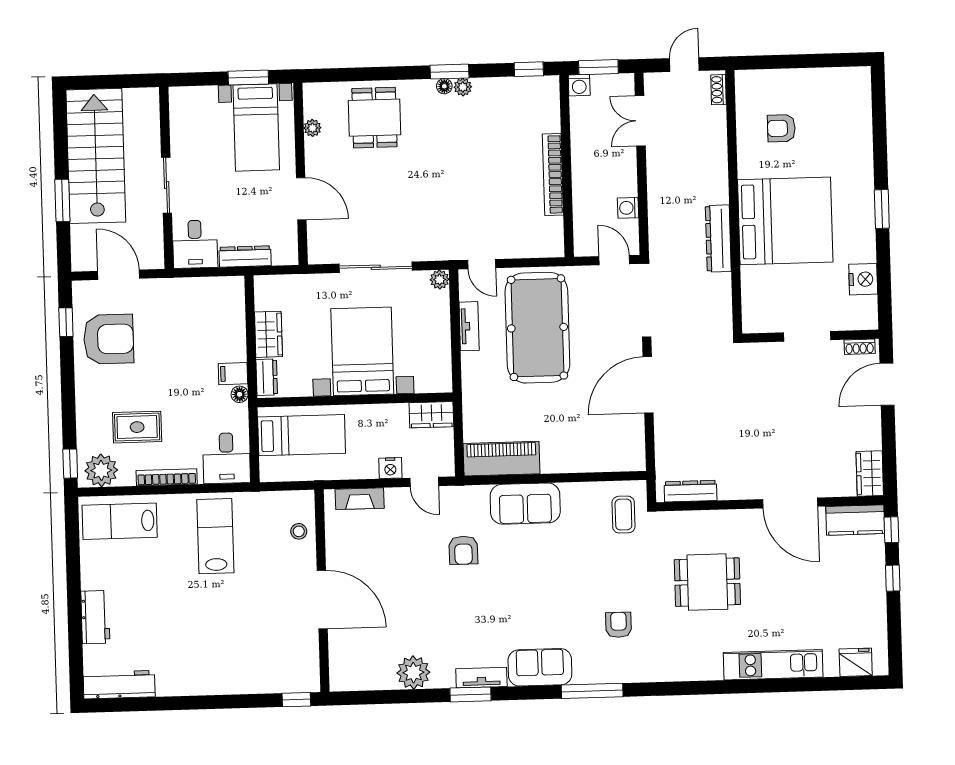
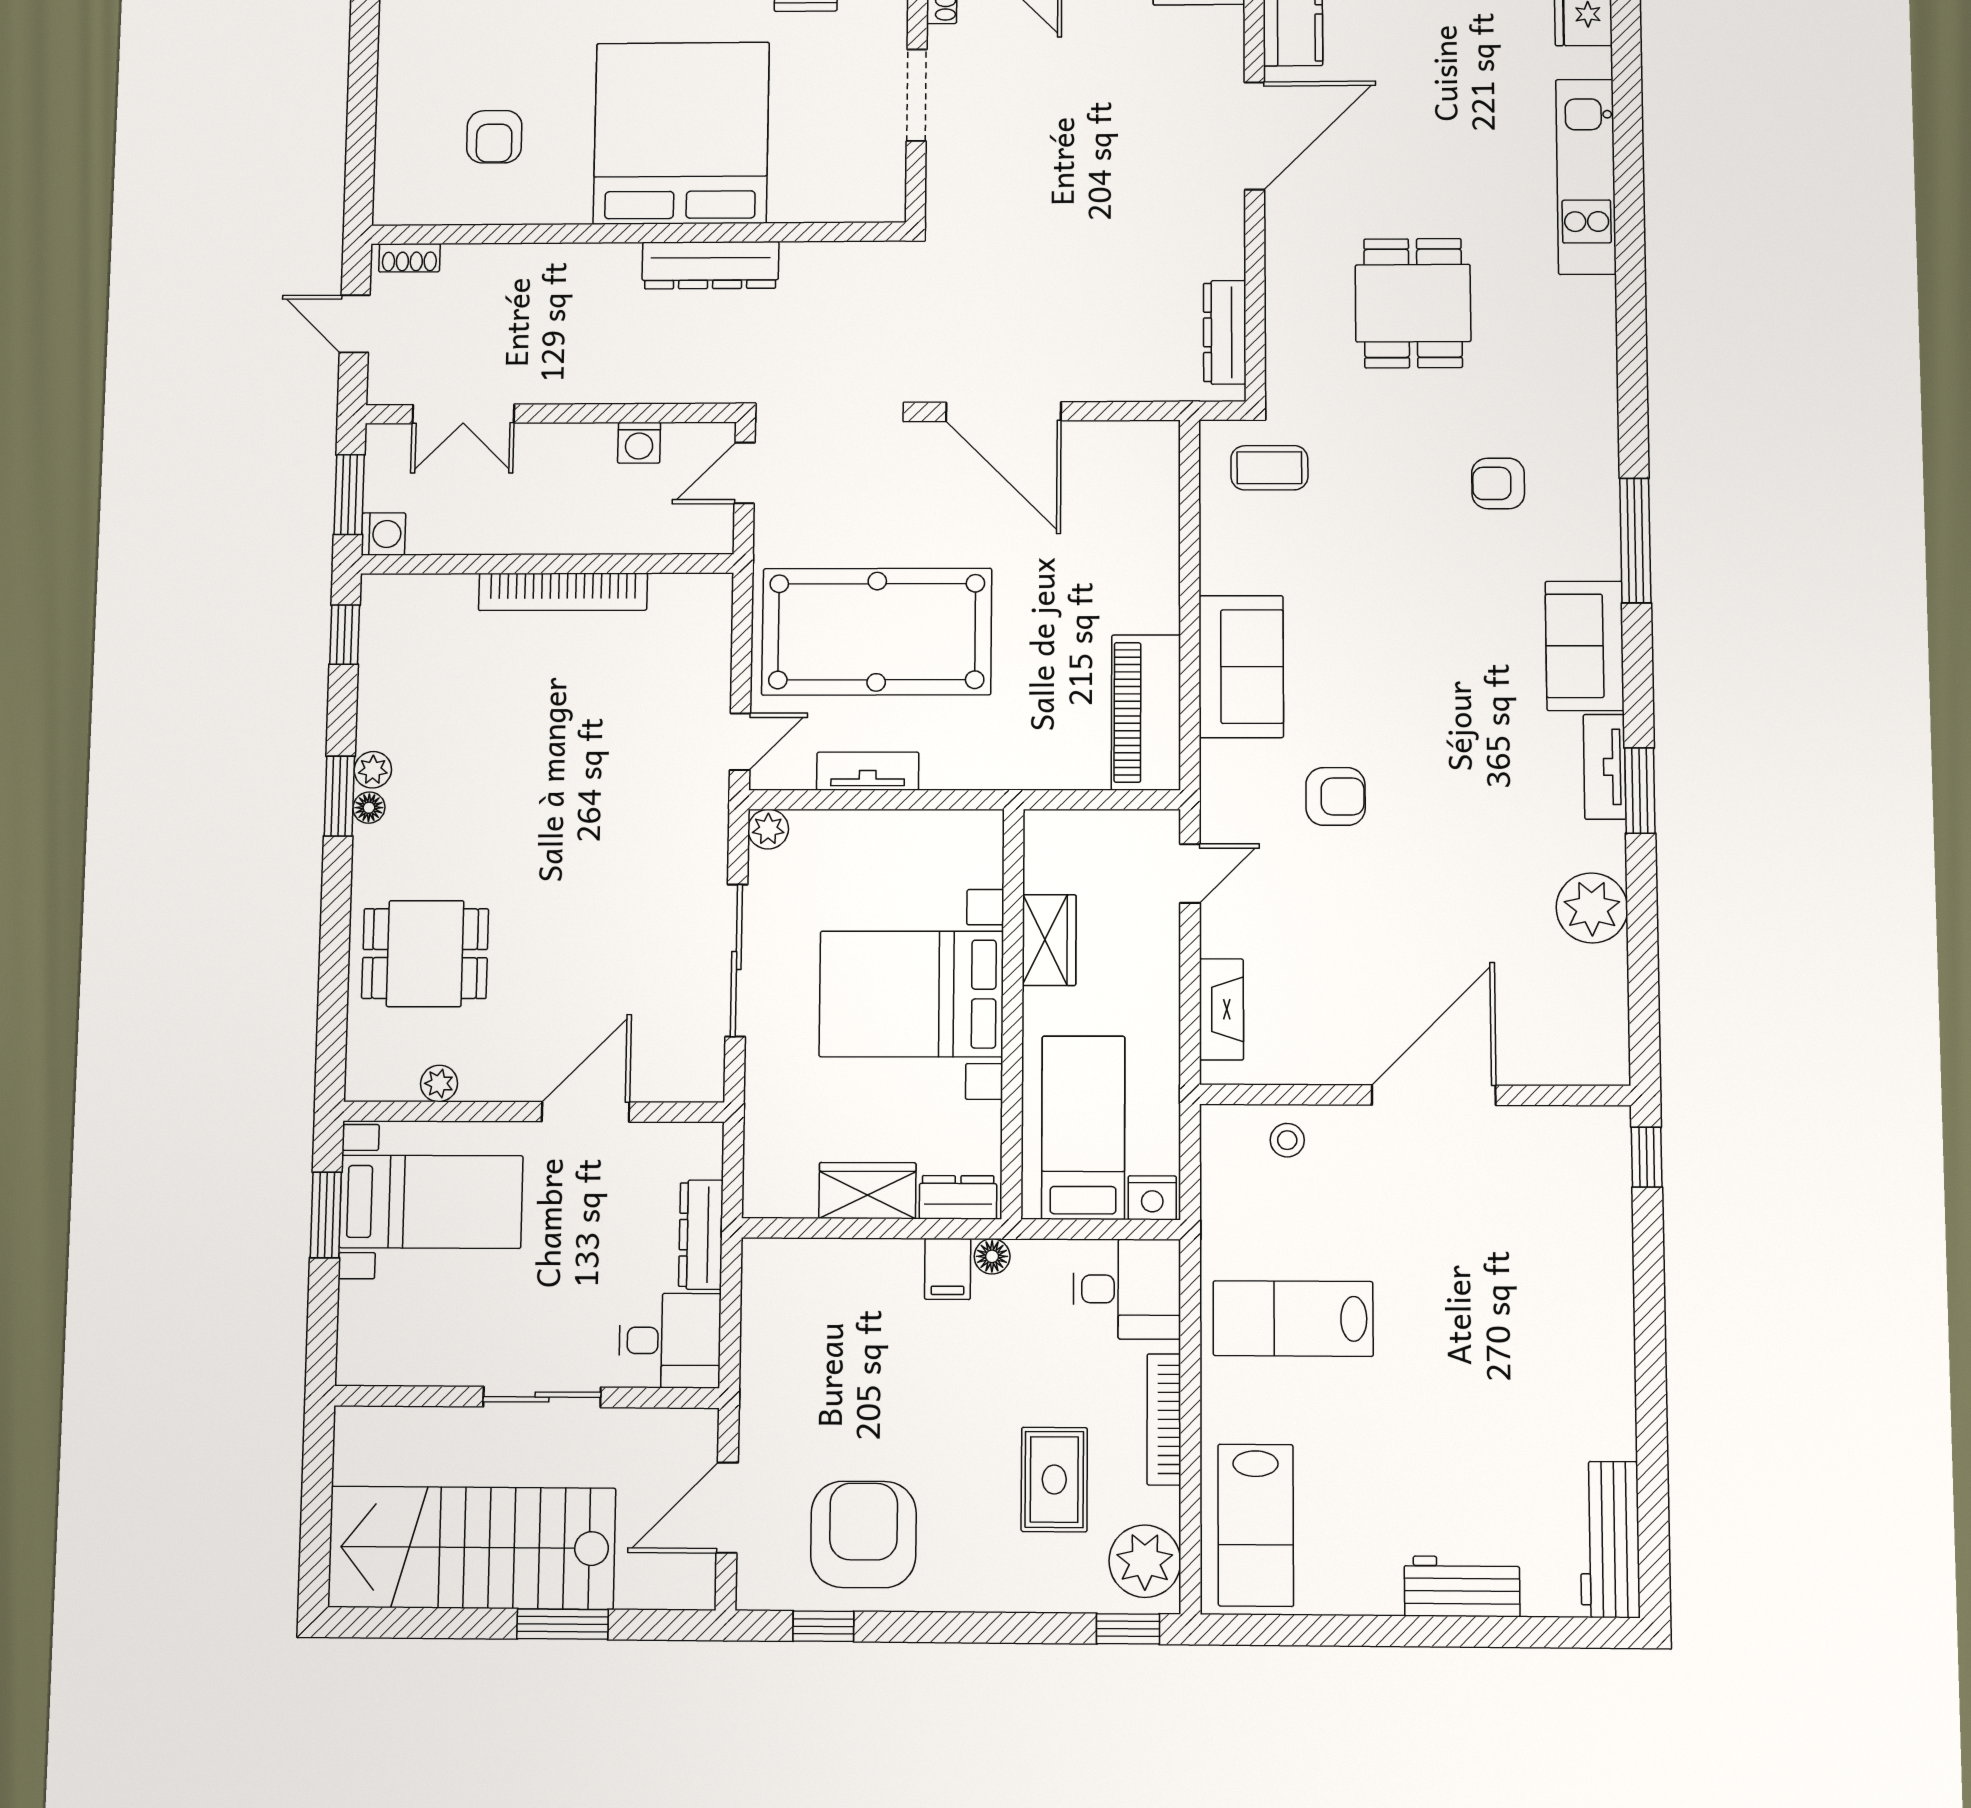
wardrobe: (431, 415) -> (1049, 940), moved
nightstand: (390, 468) -> (1152, 1198), moved, turned 90

